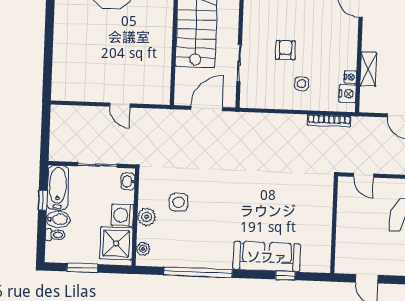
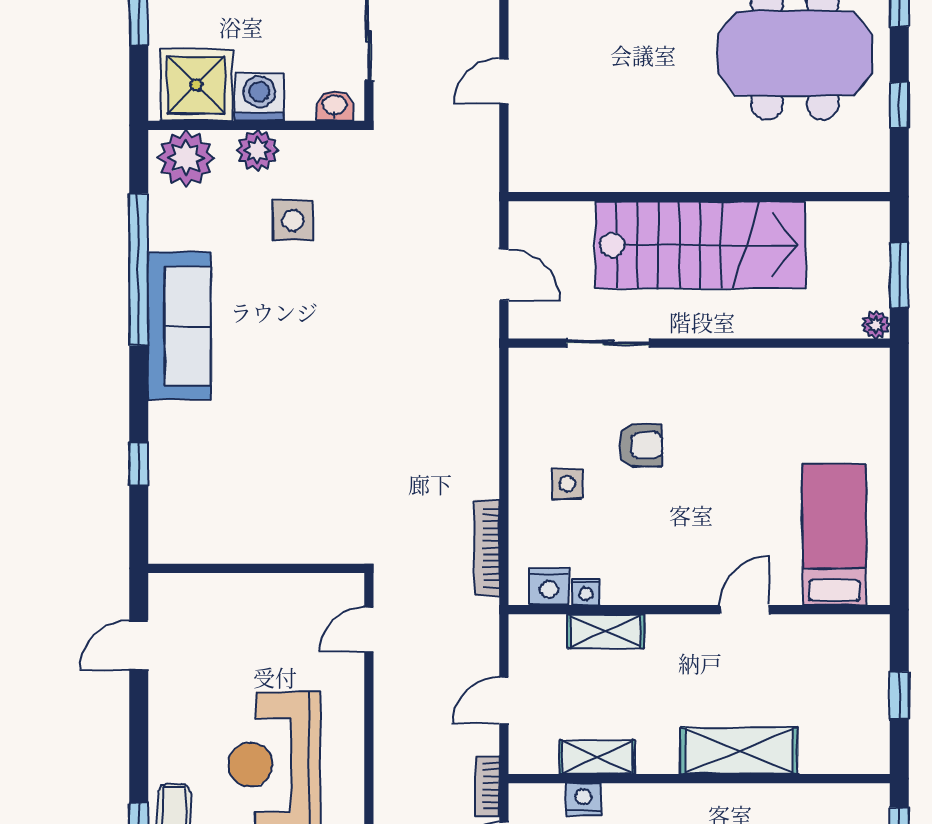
door: (207, 108) -> (504, 275), width x0.73
plant: (143, 249) -> (186, 158), width x1.87, depth x1.87
sofa: (267, 257) -> (180, 326), moved

